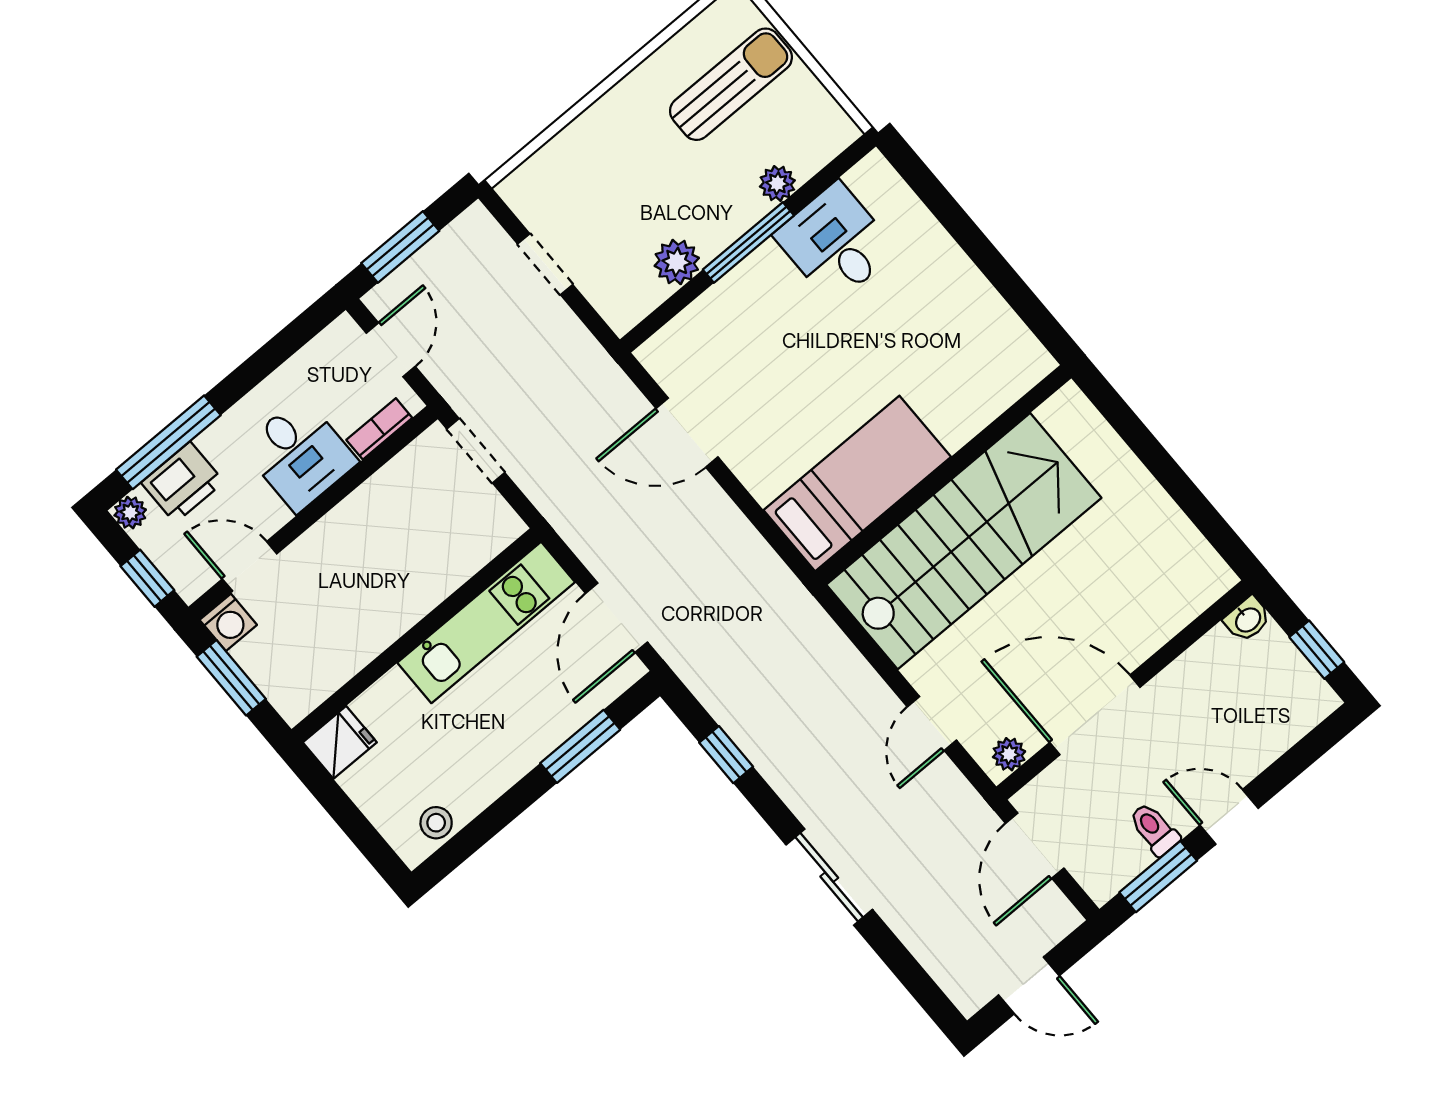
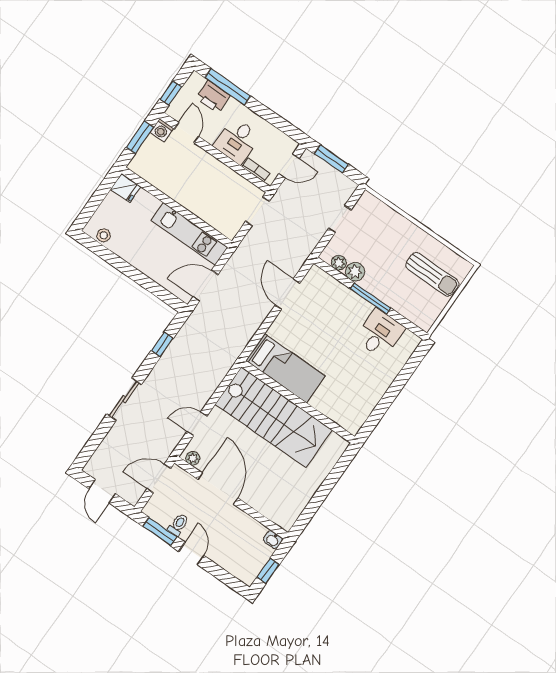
plant: (777, 183) -> (339, 263), moved
plant: (130, 513) -> (195, 79), removed
window: (580, 746) -> (150, 285), removed

